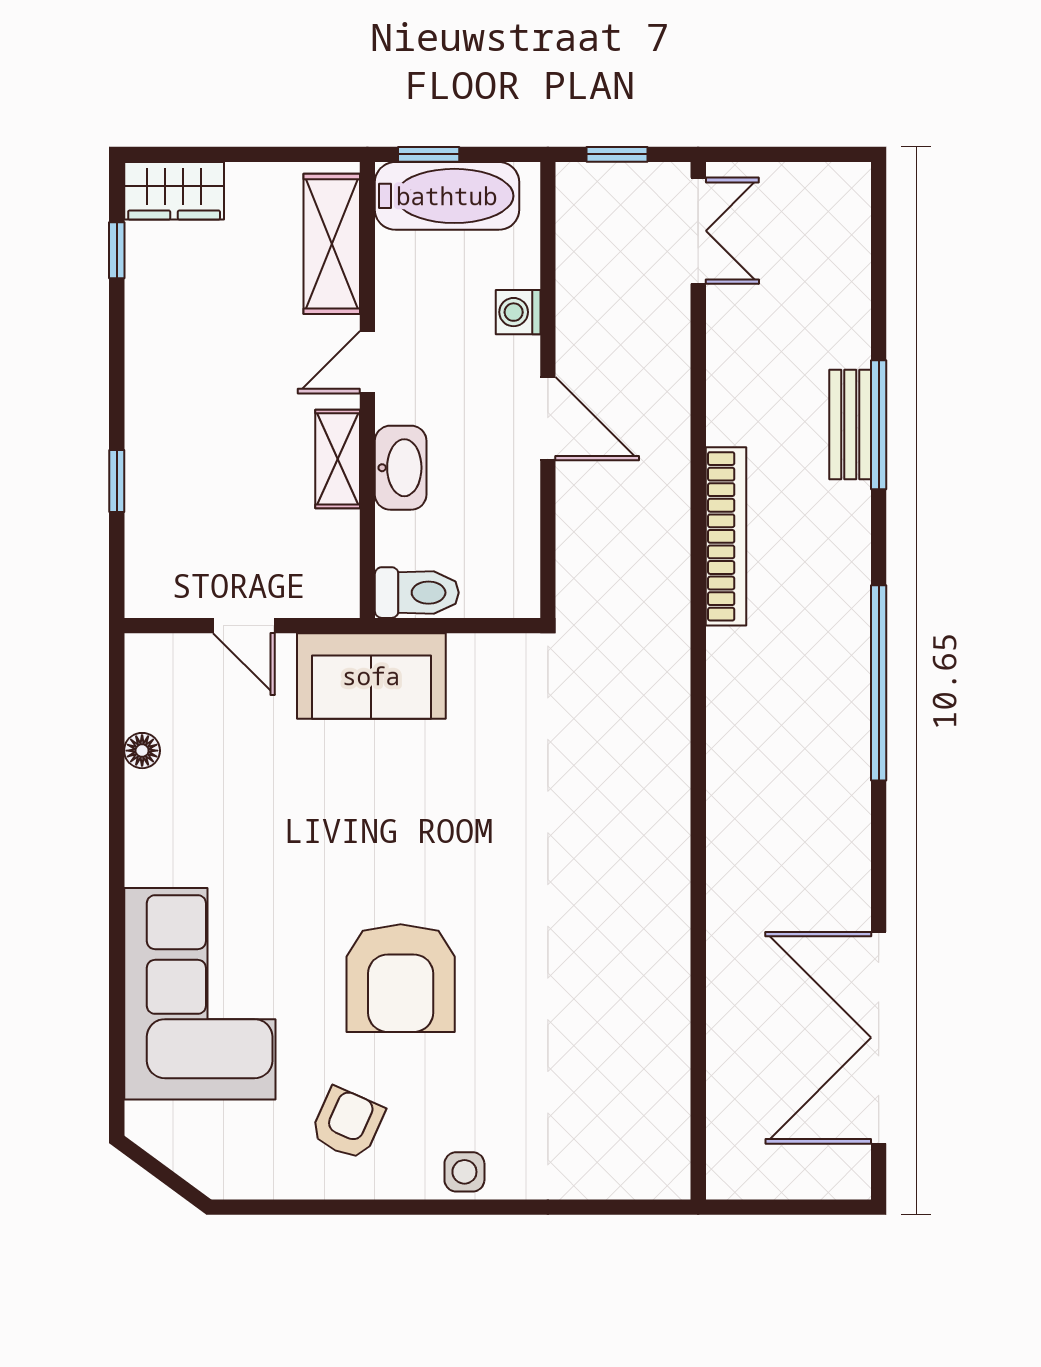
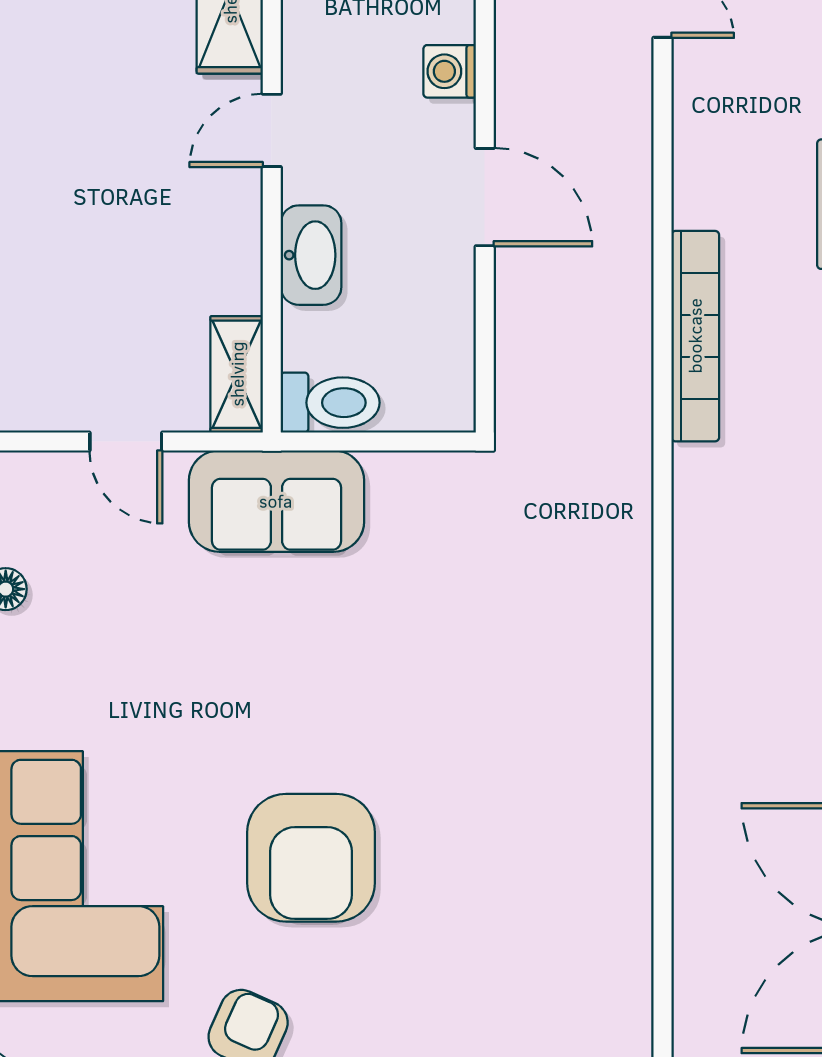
shelving: (338, 459) -> (237, 374), moved

